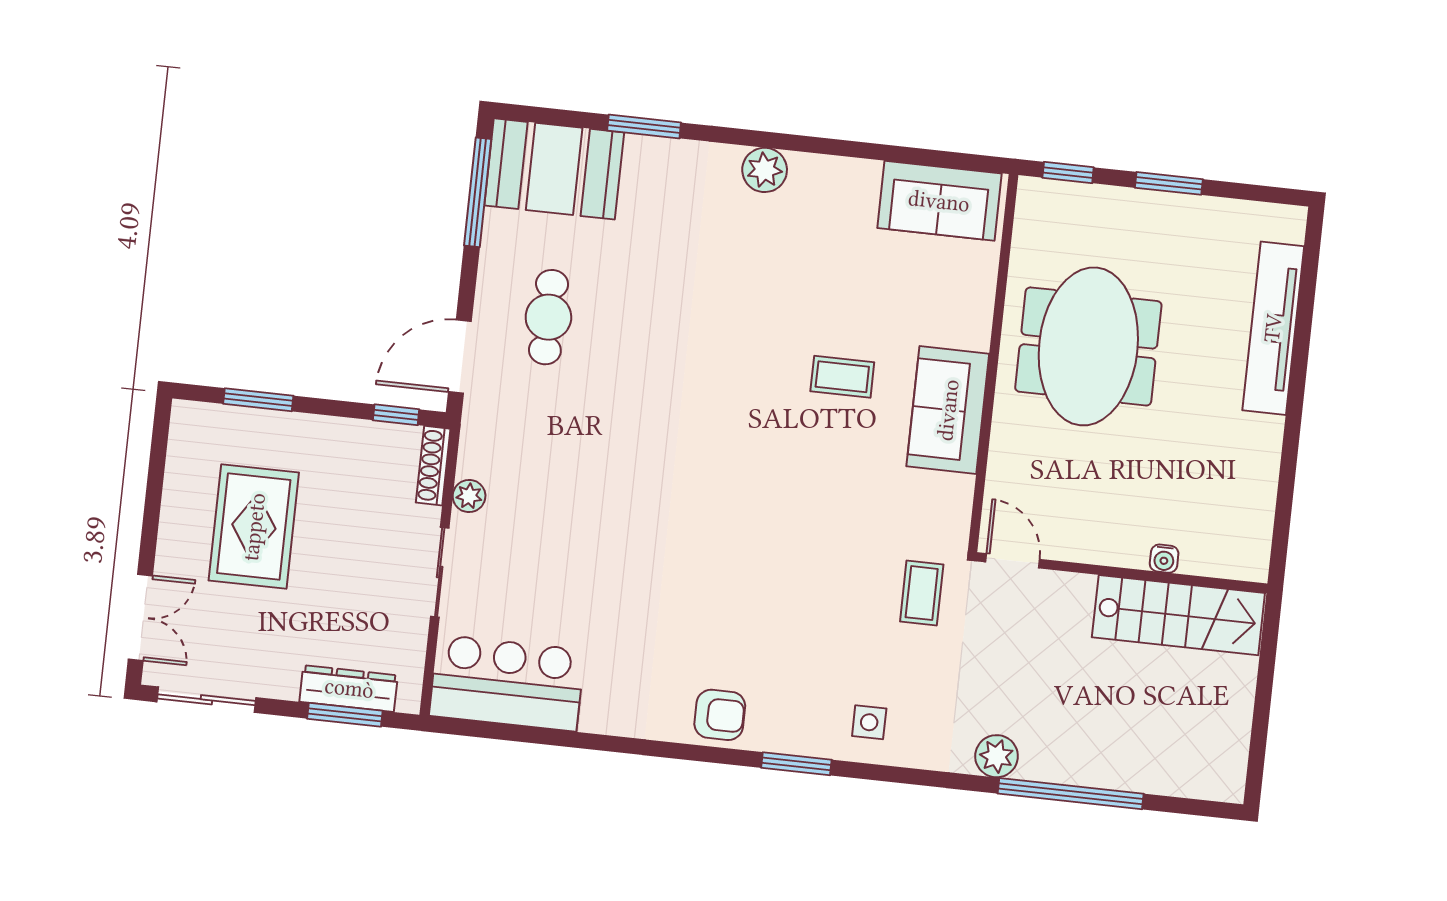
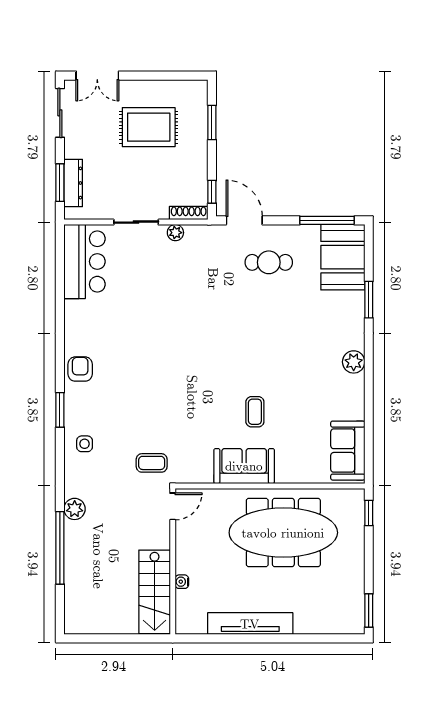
window: (1169, 183) -> (369, 610), moved
tv unit: (1273, 328) -> (250, 624), moved
meeting table: (1088, 346) -> (283, 533), width x1.36
armchair: (720, 715) -> (80, 369), turned 180

